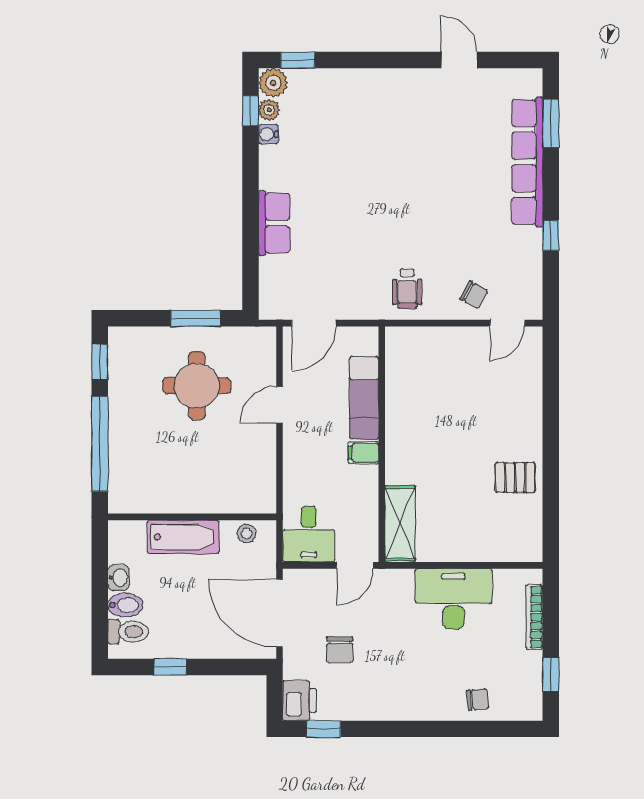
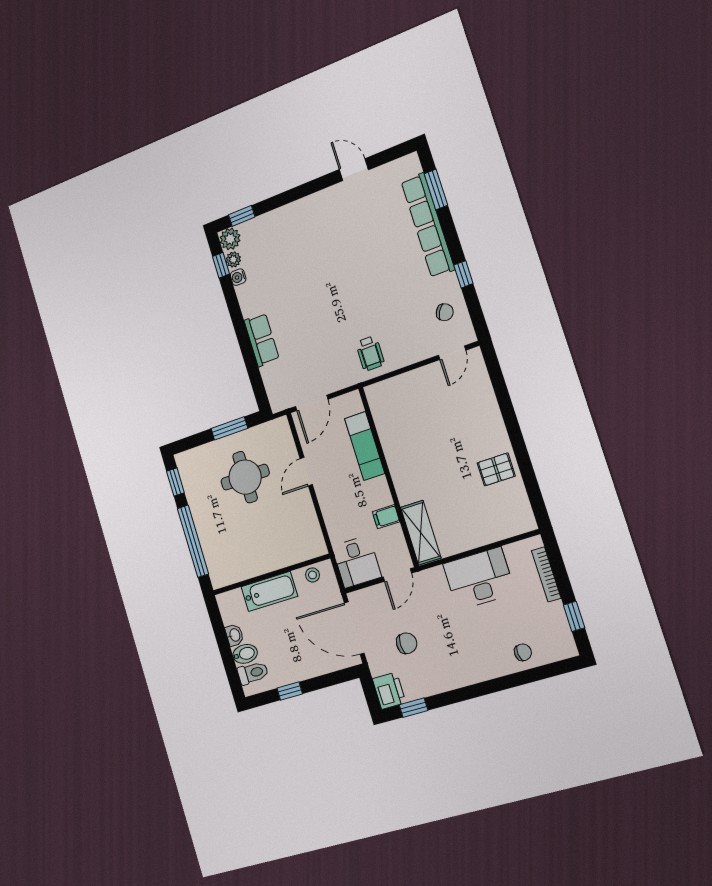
chair: (474, 295) -> (445, 312), moved
filing cabinet: (363, 453) -> (386, 517), moved
chair: (340, 650) -> (407, 643), turned -90

